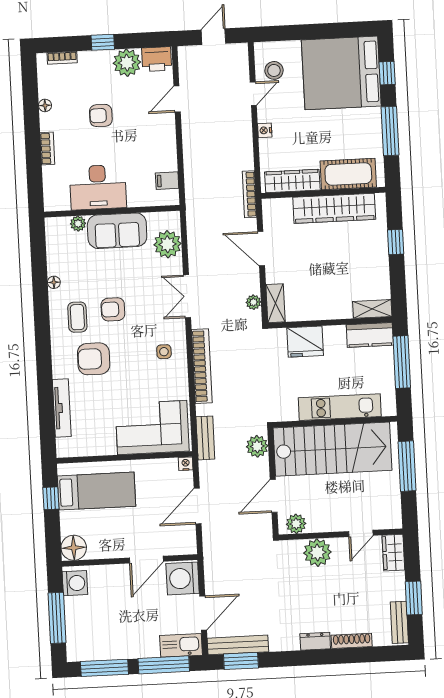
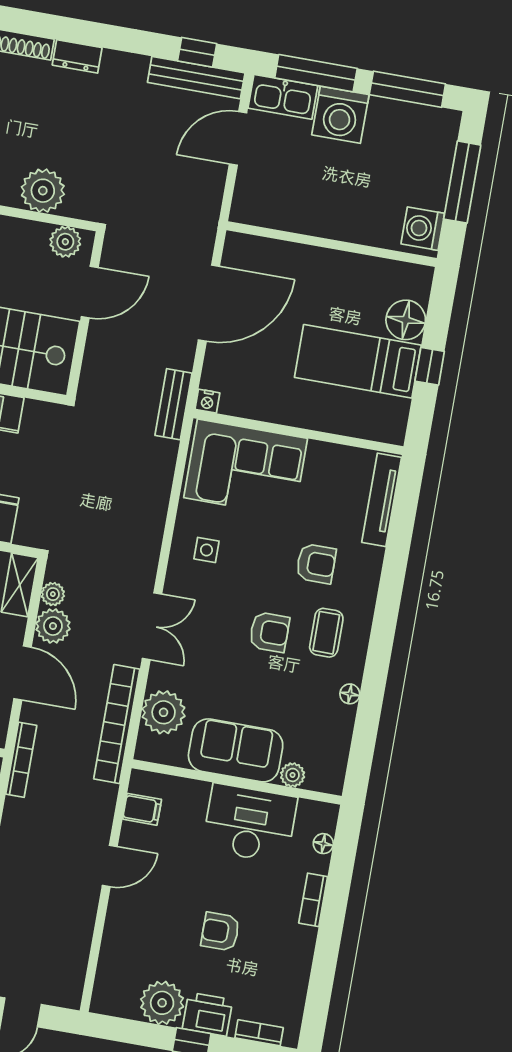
printer: (157, 59) -> (207, 1014), moved
door: (177, 99) -> (110, 866), moved
floor lamp: (45, 105) -> (323, 844), moved
armchair: (101, 115) -> (220, 932), turned 180
armchair: (94, 359) -> (316, 564), width x0.72, depth x0.72
bookcase: (202, 366) -> (117, 724), moved
corner sofa: (152, 427) -> (246, 468), moved
plant: (257, 446) -> (53, 626), moved
wall: (124, 457) -> (298, 432), moved
nightstand: (186, 464) -> (207, 401), moved
door: (198, 506) -> (209, 303), width x1.36
floor lamp: (74, 548) -> (406, 320), moved
door: (146, 560) -> (306, 240), removed
washing machine: (183, 578) -> (340, 115), moved, turned 90
window: (241, 661) -> (197, 52), width x0.67

